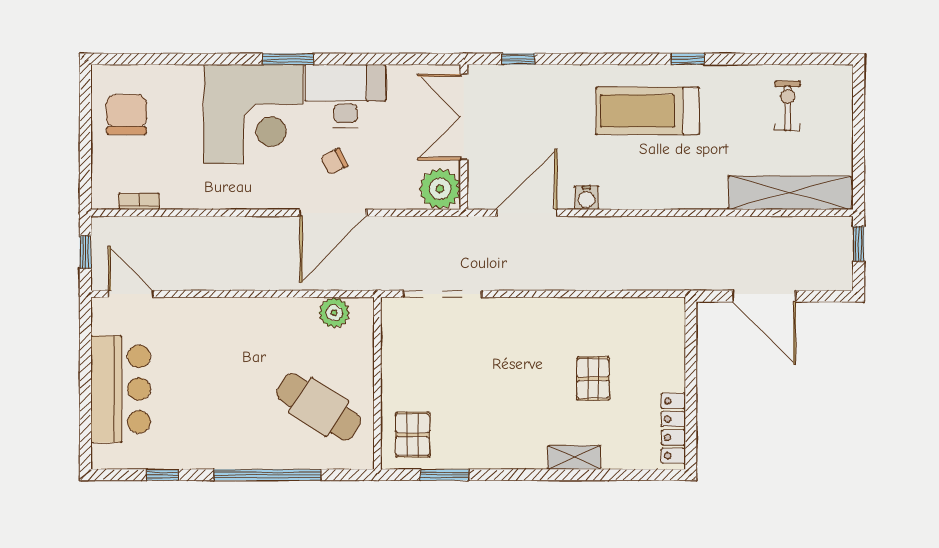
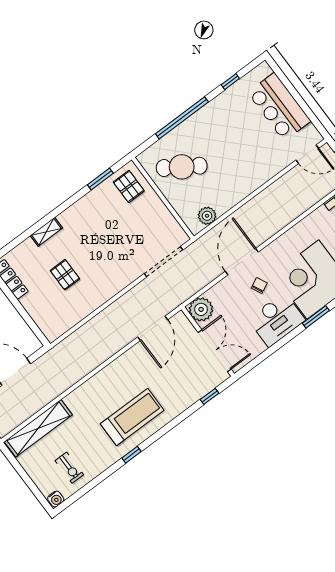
water cooler: (586, 198) -> (56, 499), moved, turned 180

